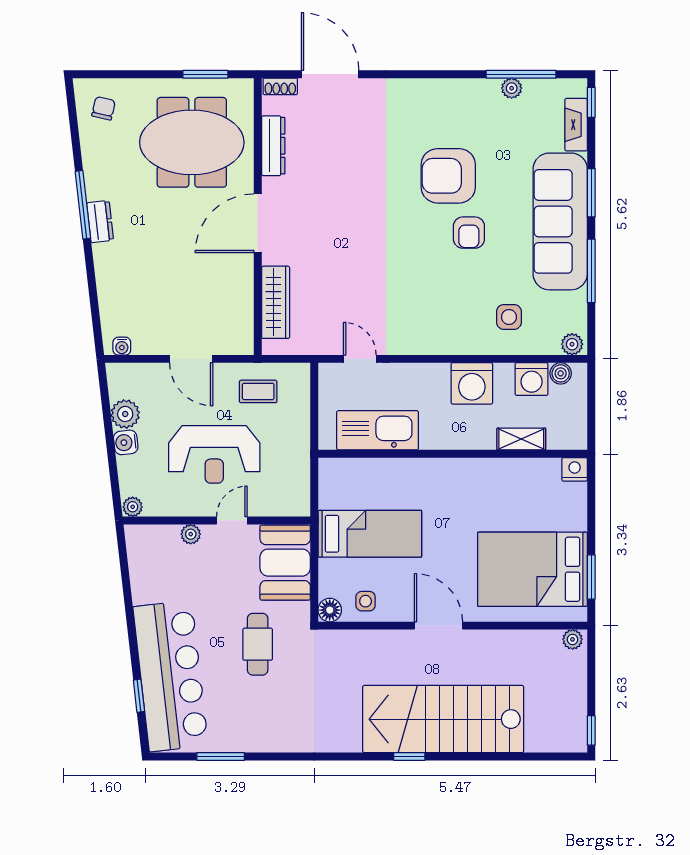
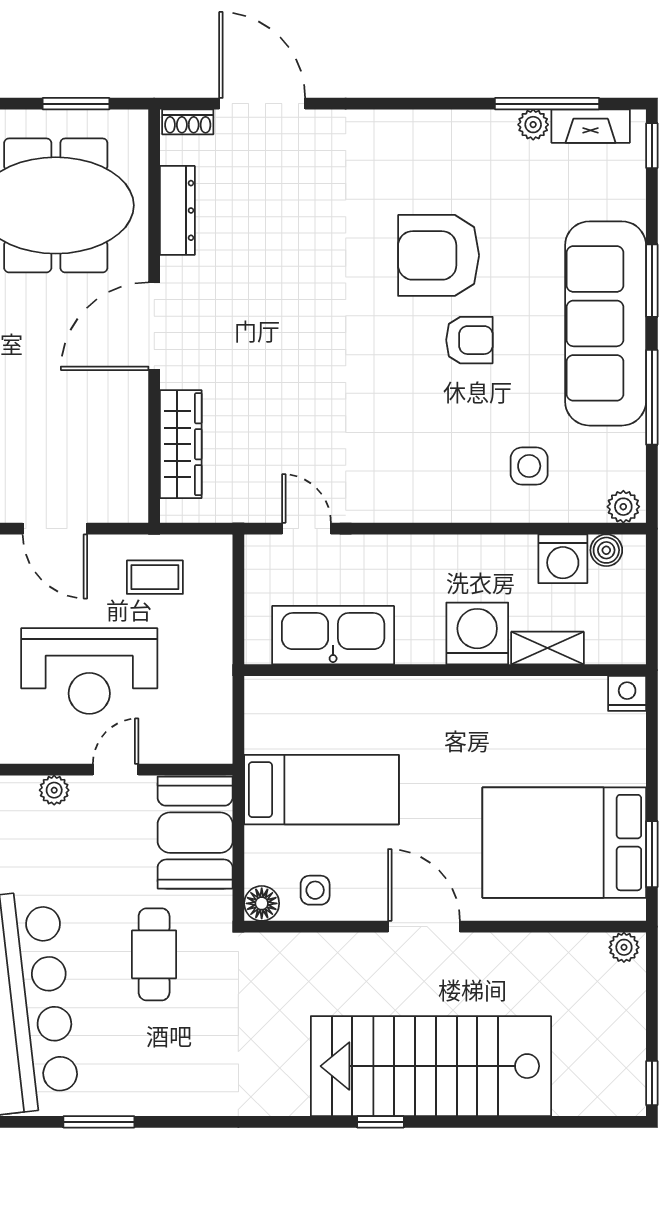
fireplace: (576, 125) -> (591, 126), moved, turned -90
armchair: (469, 233) -> (469, 340), turned -90
washing machine: (472, 383) -> (477, 634), moved, turned 180

